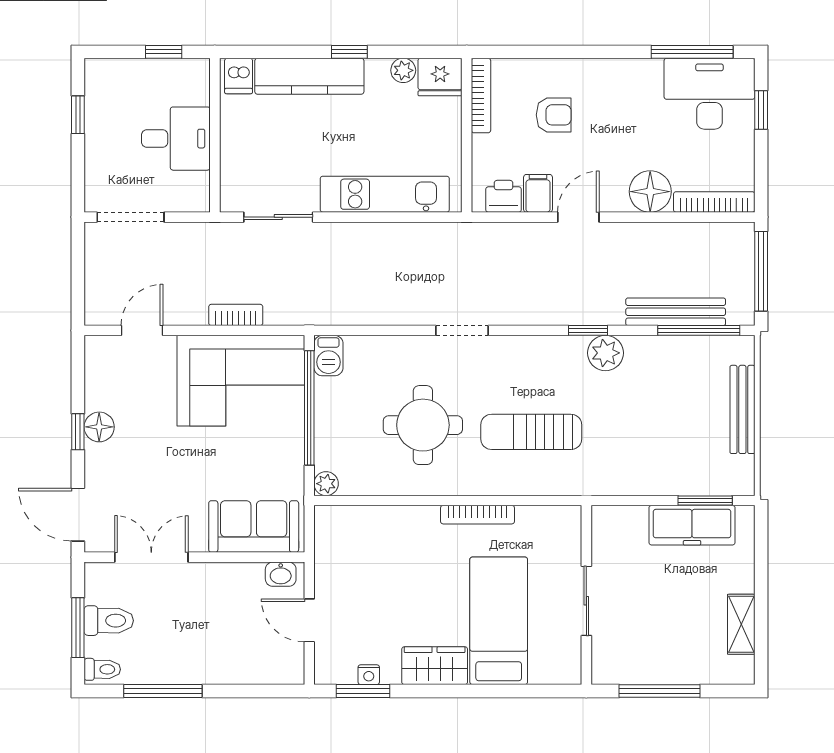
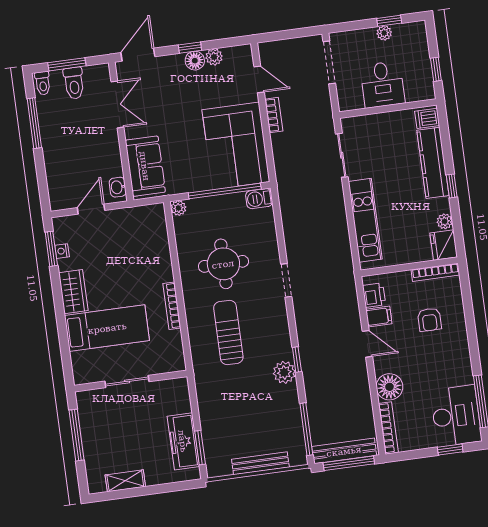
plant: (96, 125) -> (384, 33), added
bench: (676, 312) -> (344, 451), moved, turned 90
bookcase: (236, 315) -> (274, 115), moved
plant: (98, 396) -> (214, 57), added

